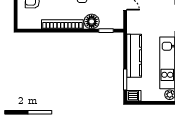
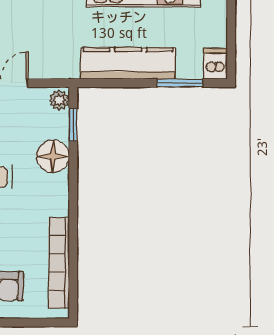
bookcase: (62, 24) -> (59, 263), moved
plant: (117, 24) -> (59, 100), added

